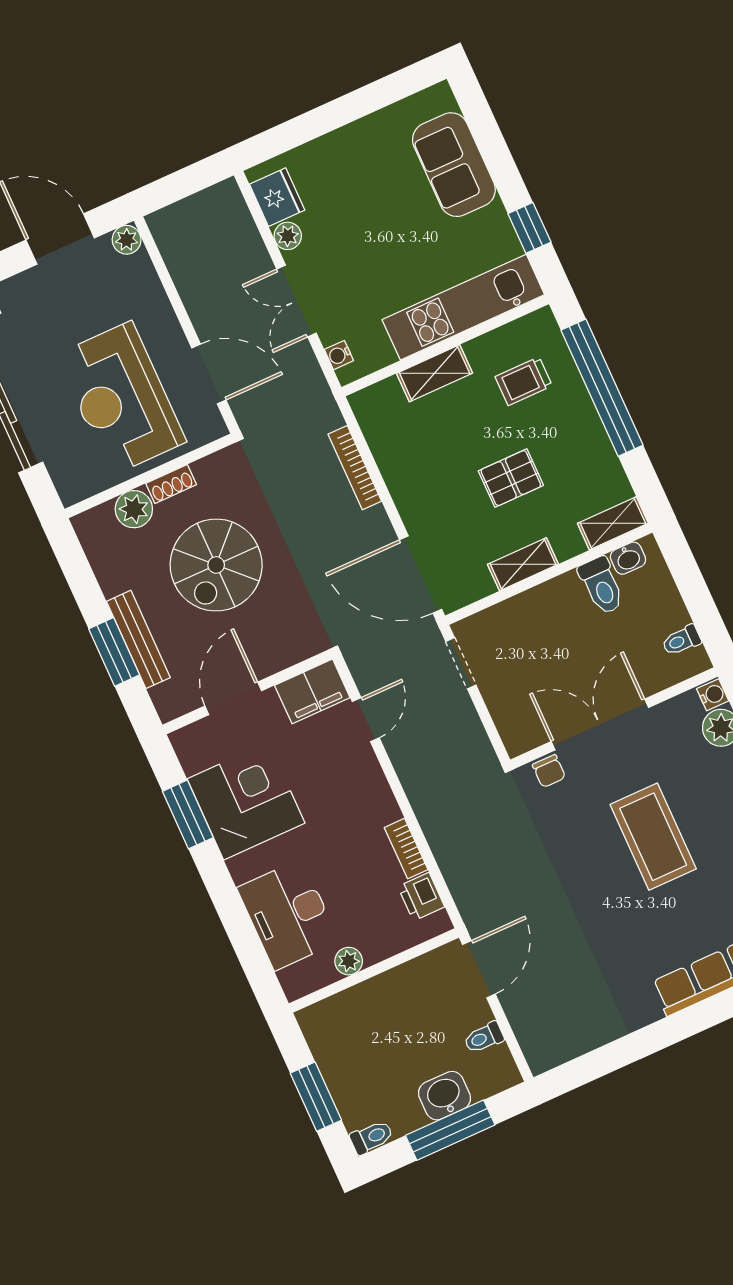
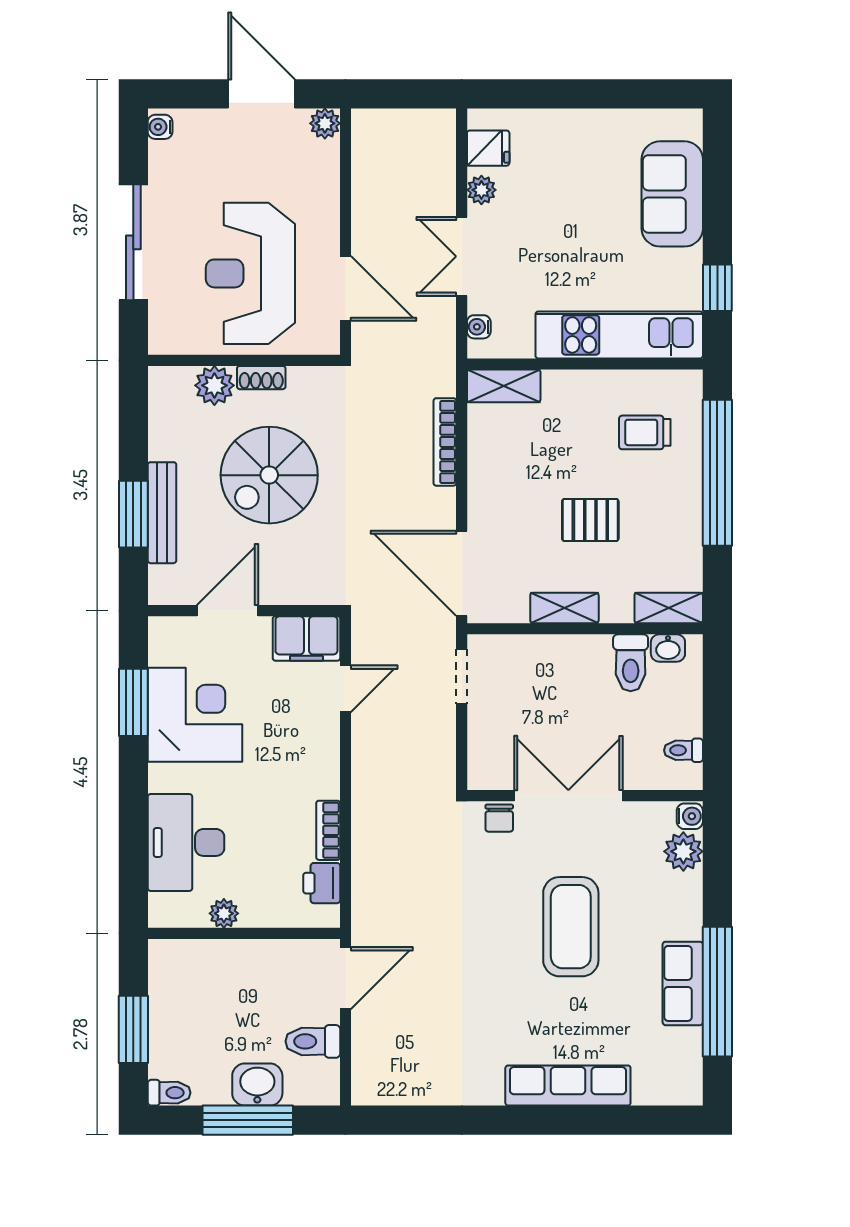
fridge: (277, 197) -> (488, 148), width x0.72
shelving: (435, 373) -> (504, 386), moved
toilet: (484, 1038) -> (313, 1041), width x1.37, depth x1.39

